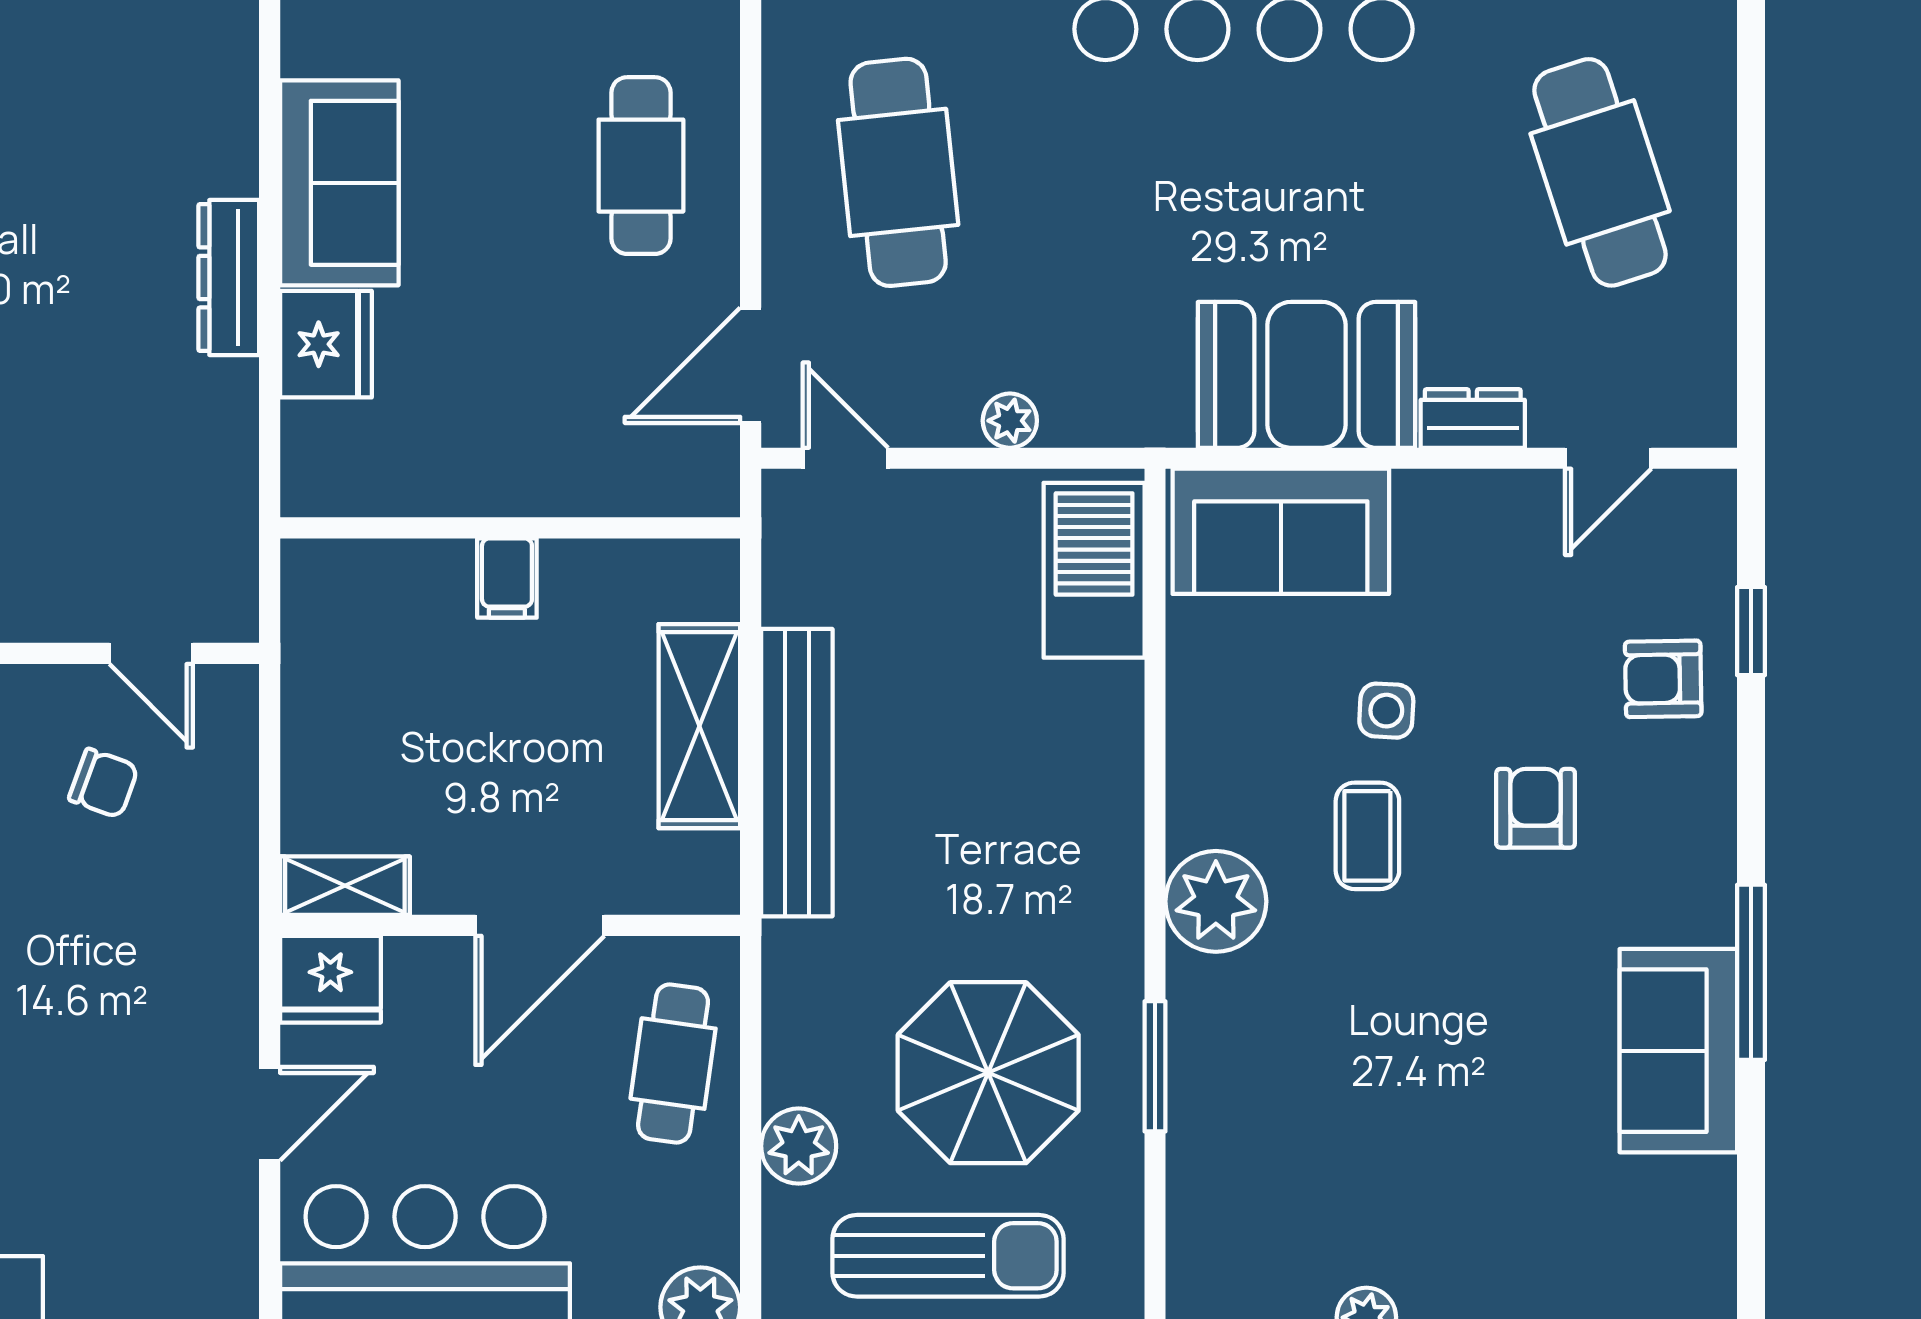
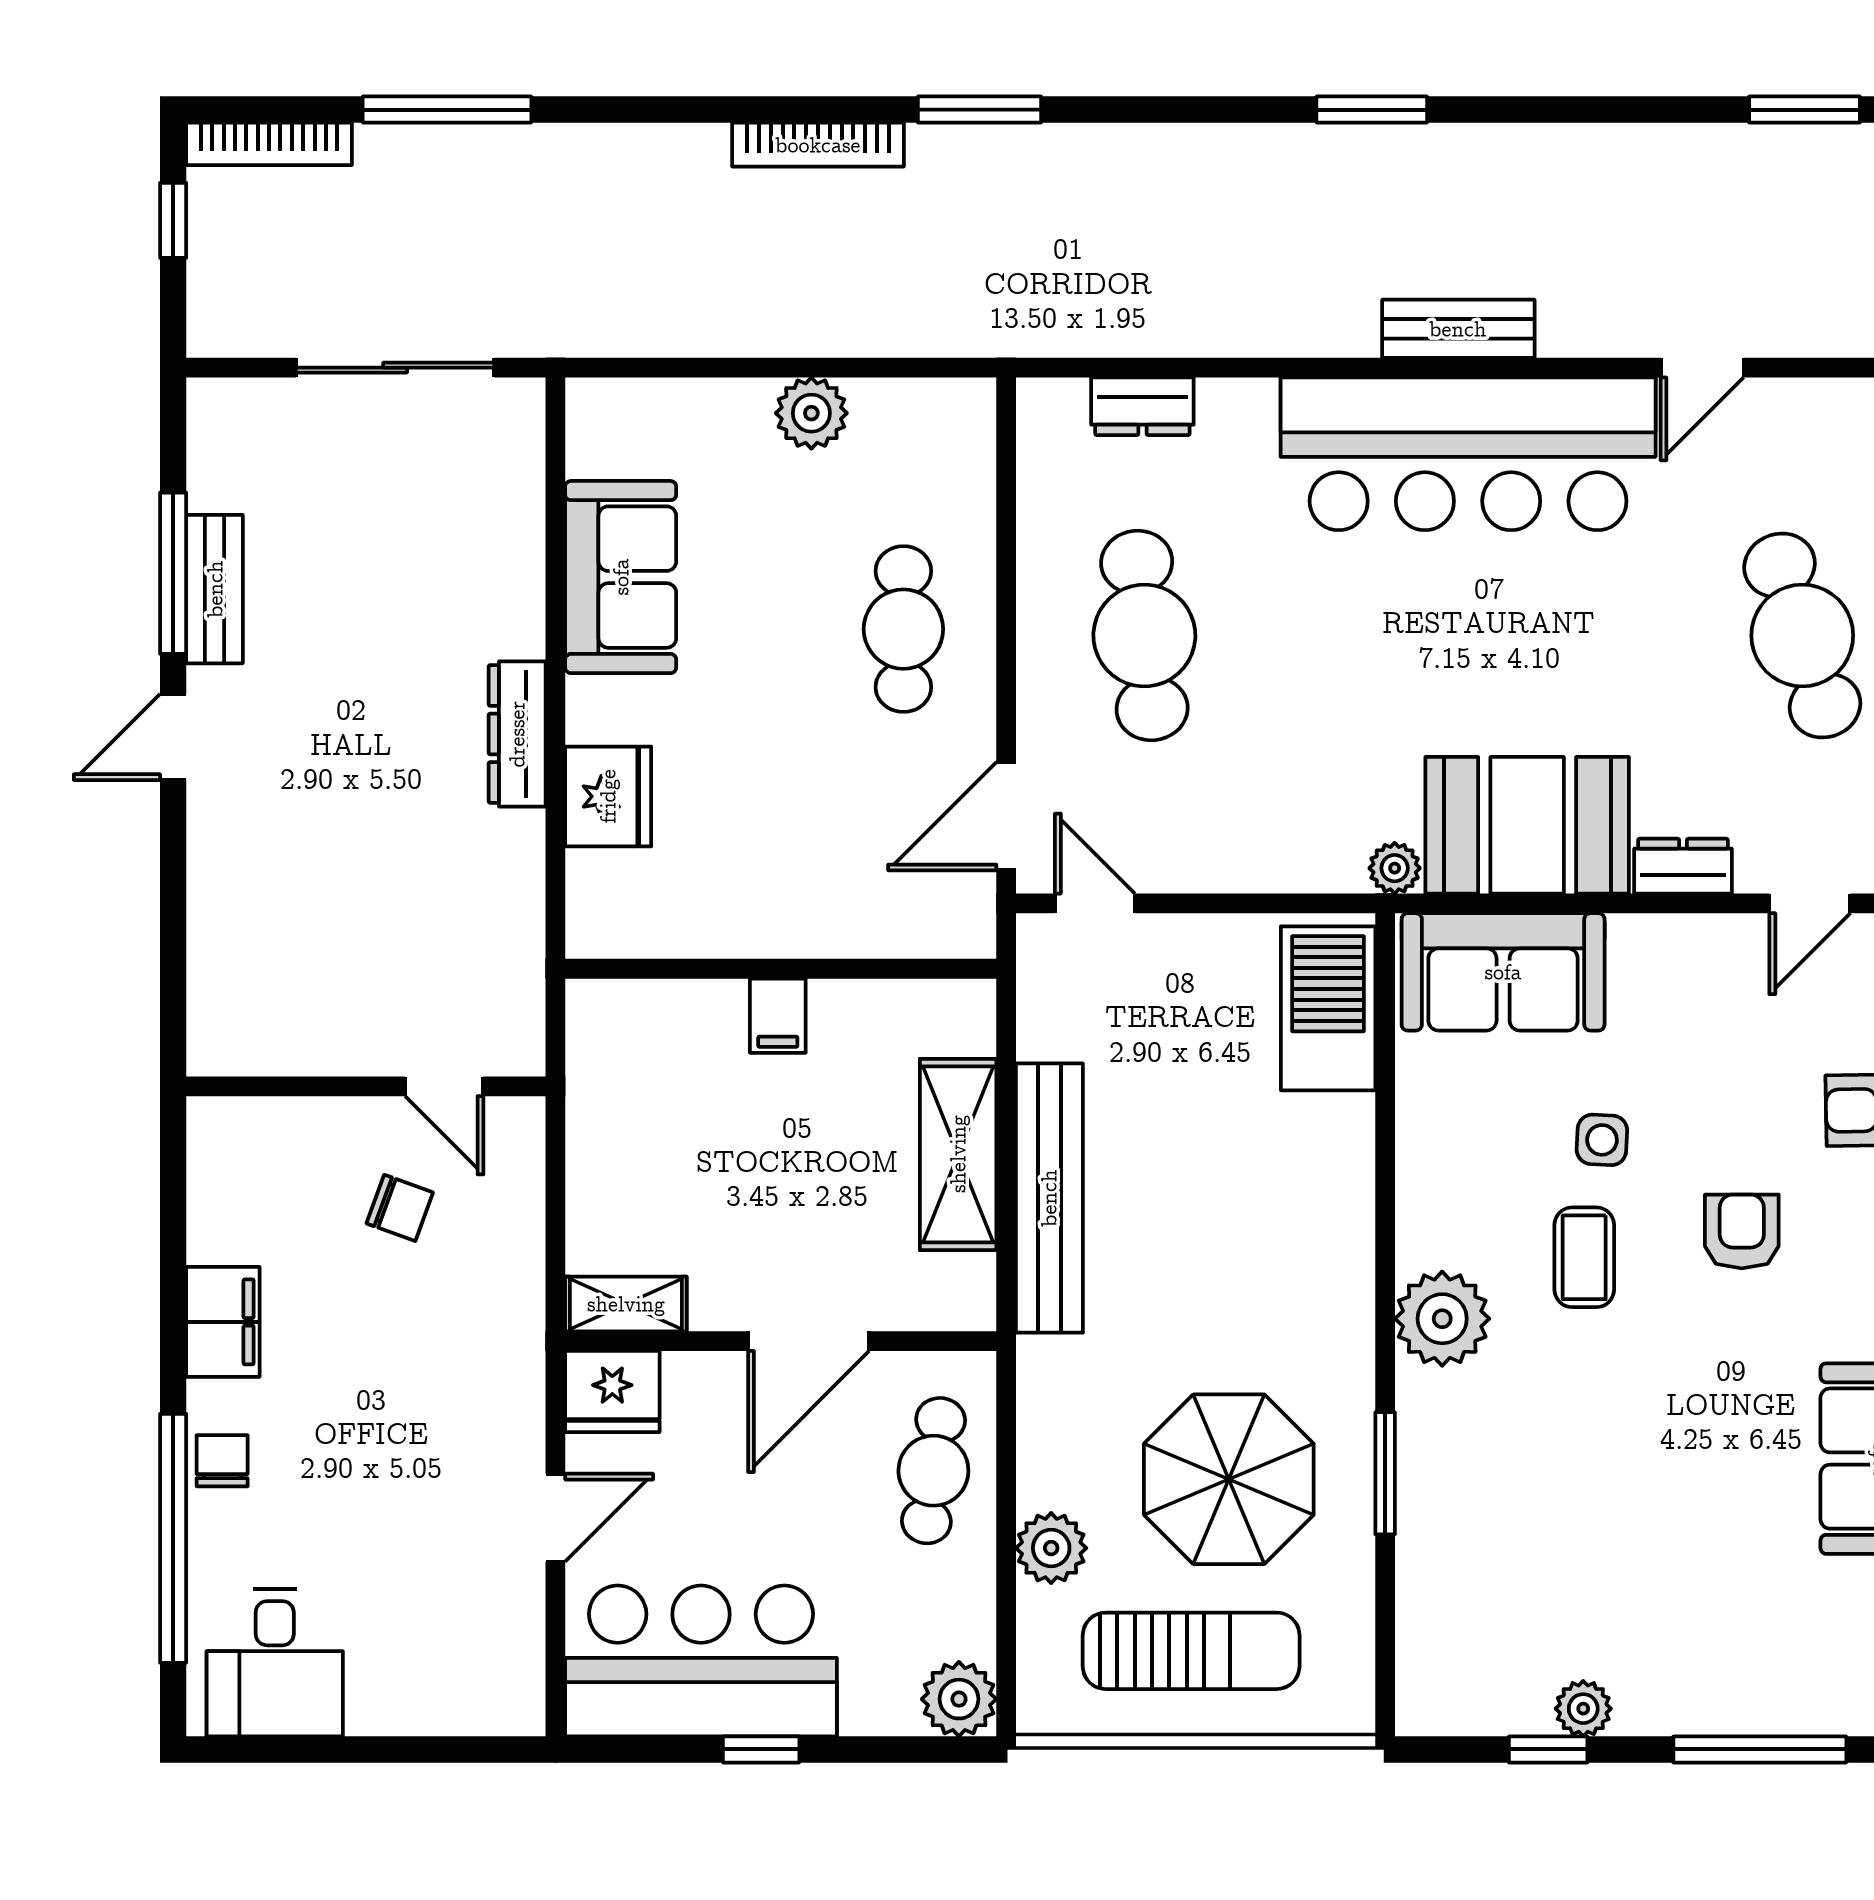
sofa: (339, 183) -> (621, 577), moved
plant: (1010, 421) -> (1395, 868), moved

